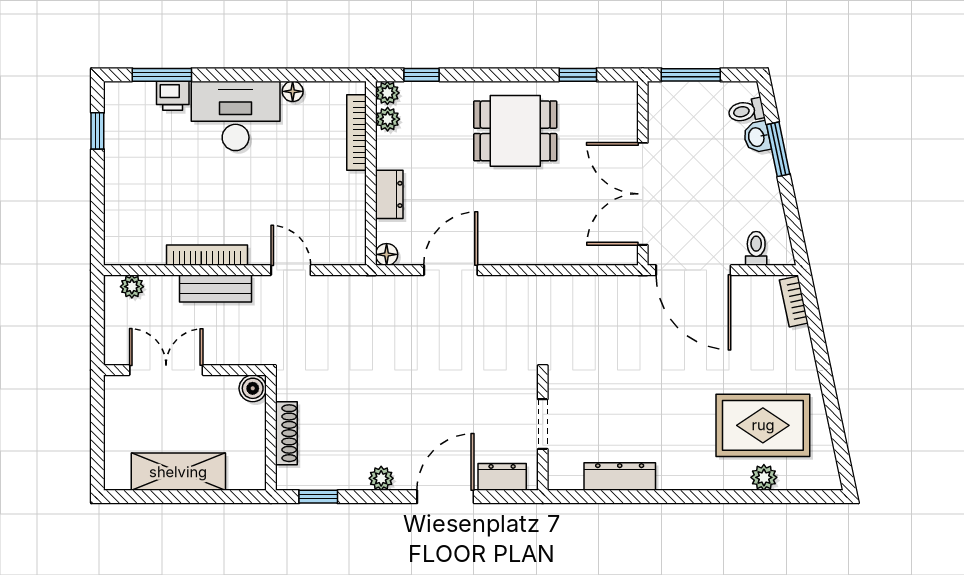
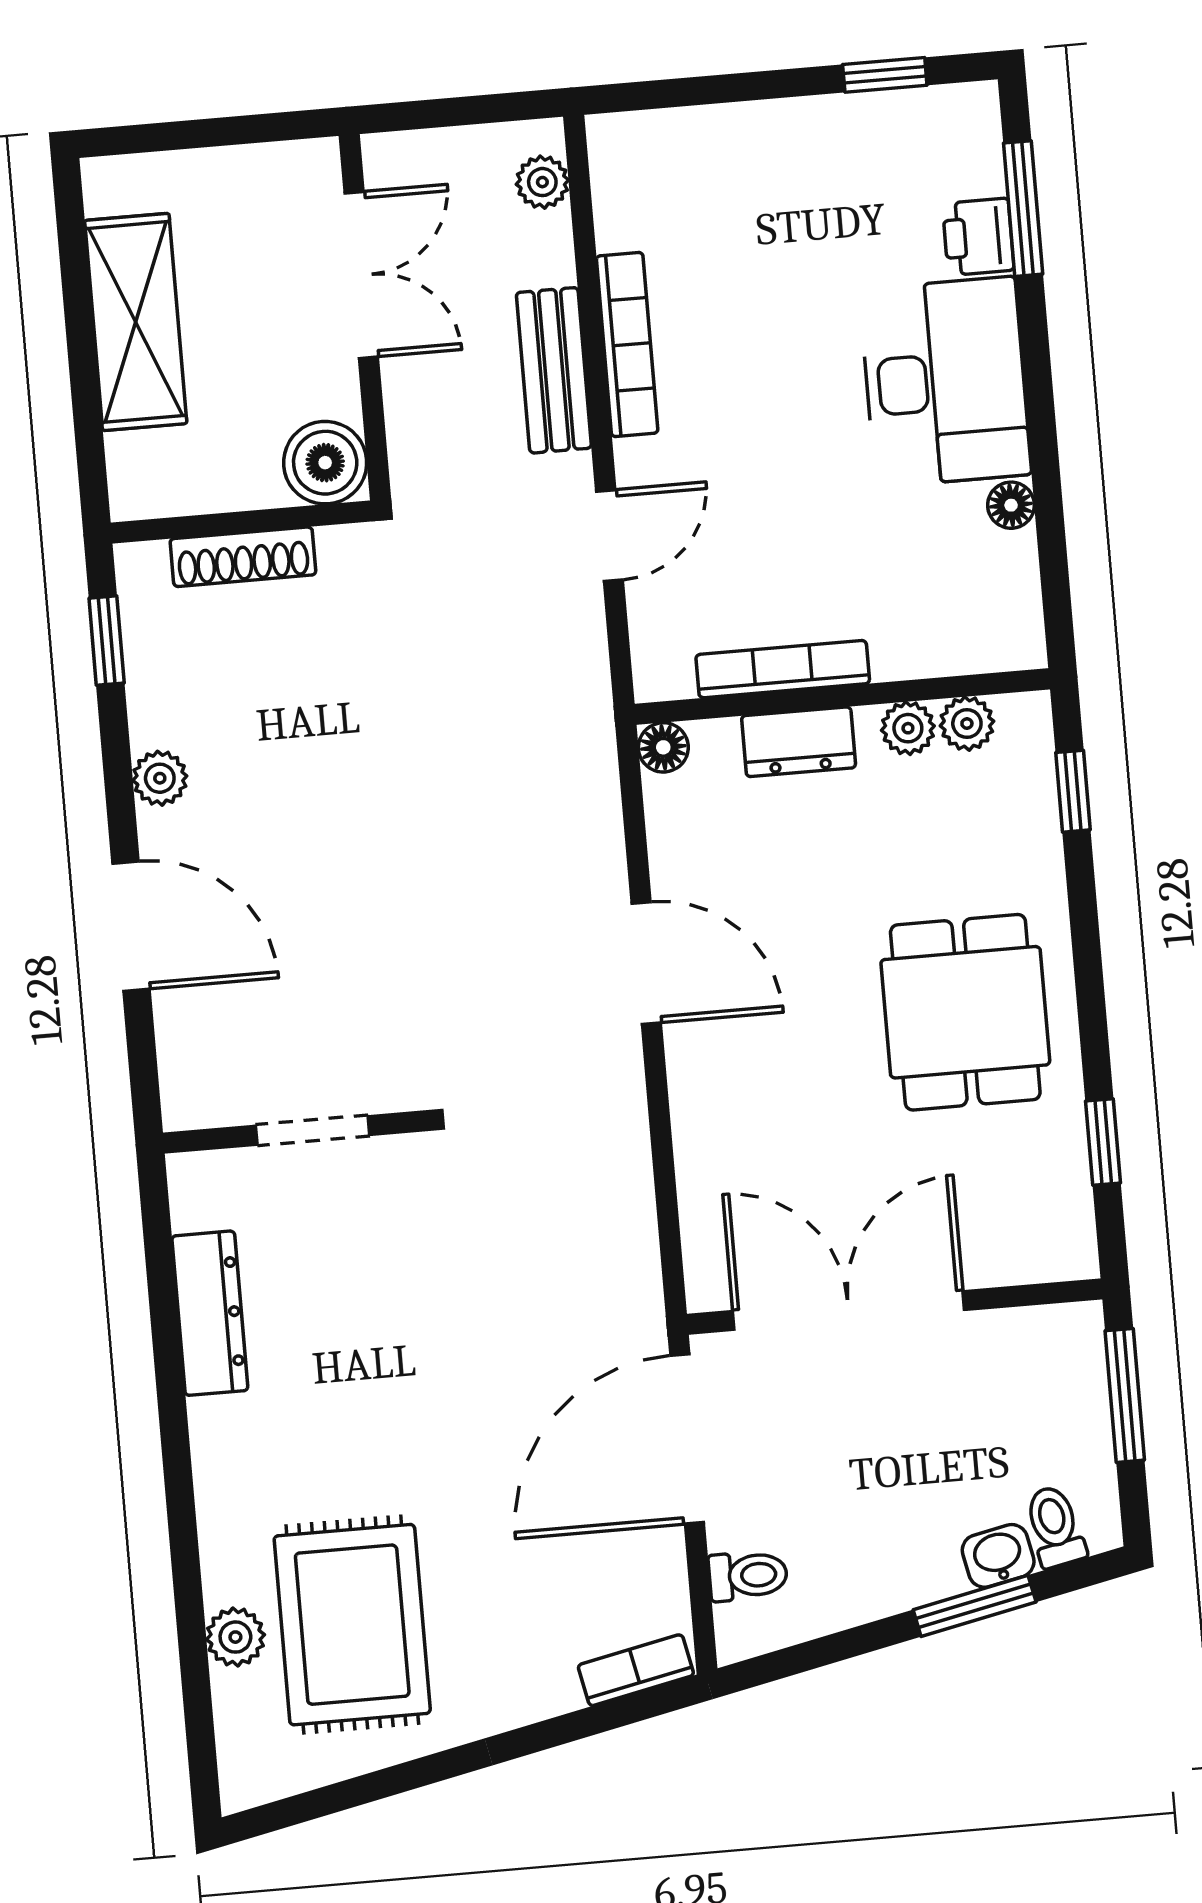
plant: (387, 93) -> (908, 728), moved
bookcase: (356, 133) -> (783, 669), moved
door: (451, 270) -> (646, 963), moved
boiler: (253, 388) -> (325, 463), width x1.36, depth x1.36
dresser: (502, 477) -> (186, 1049), removed

